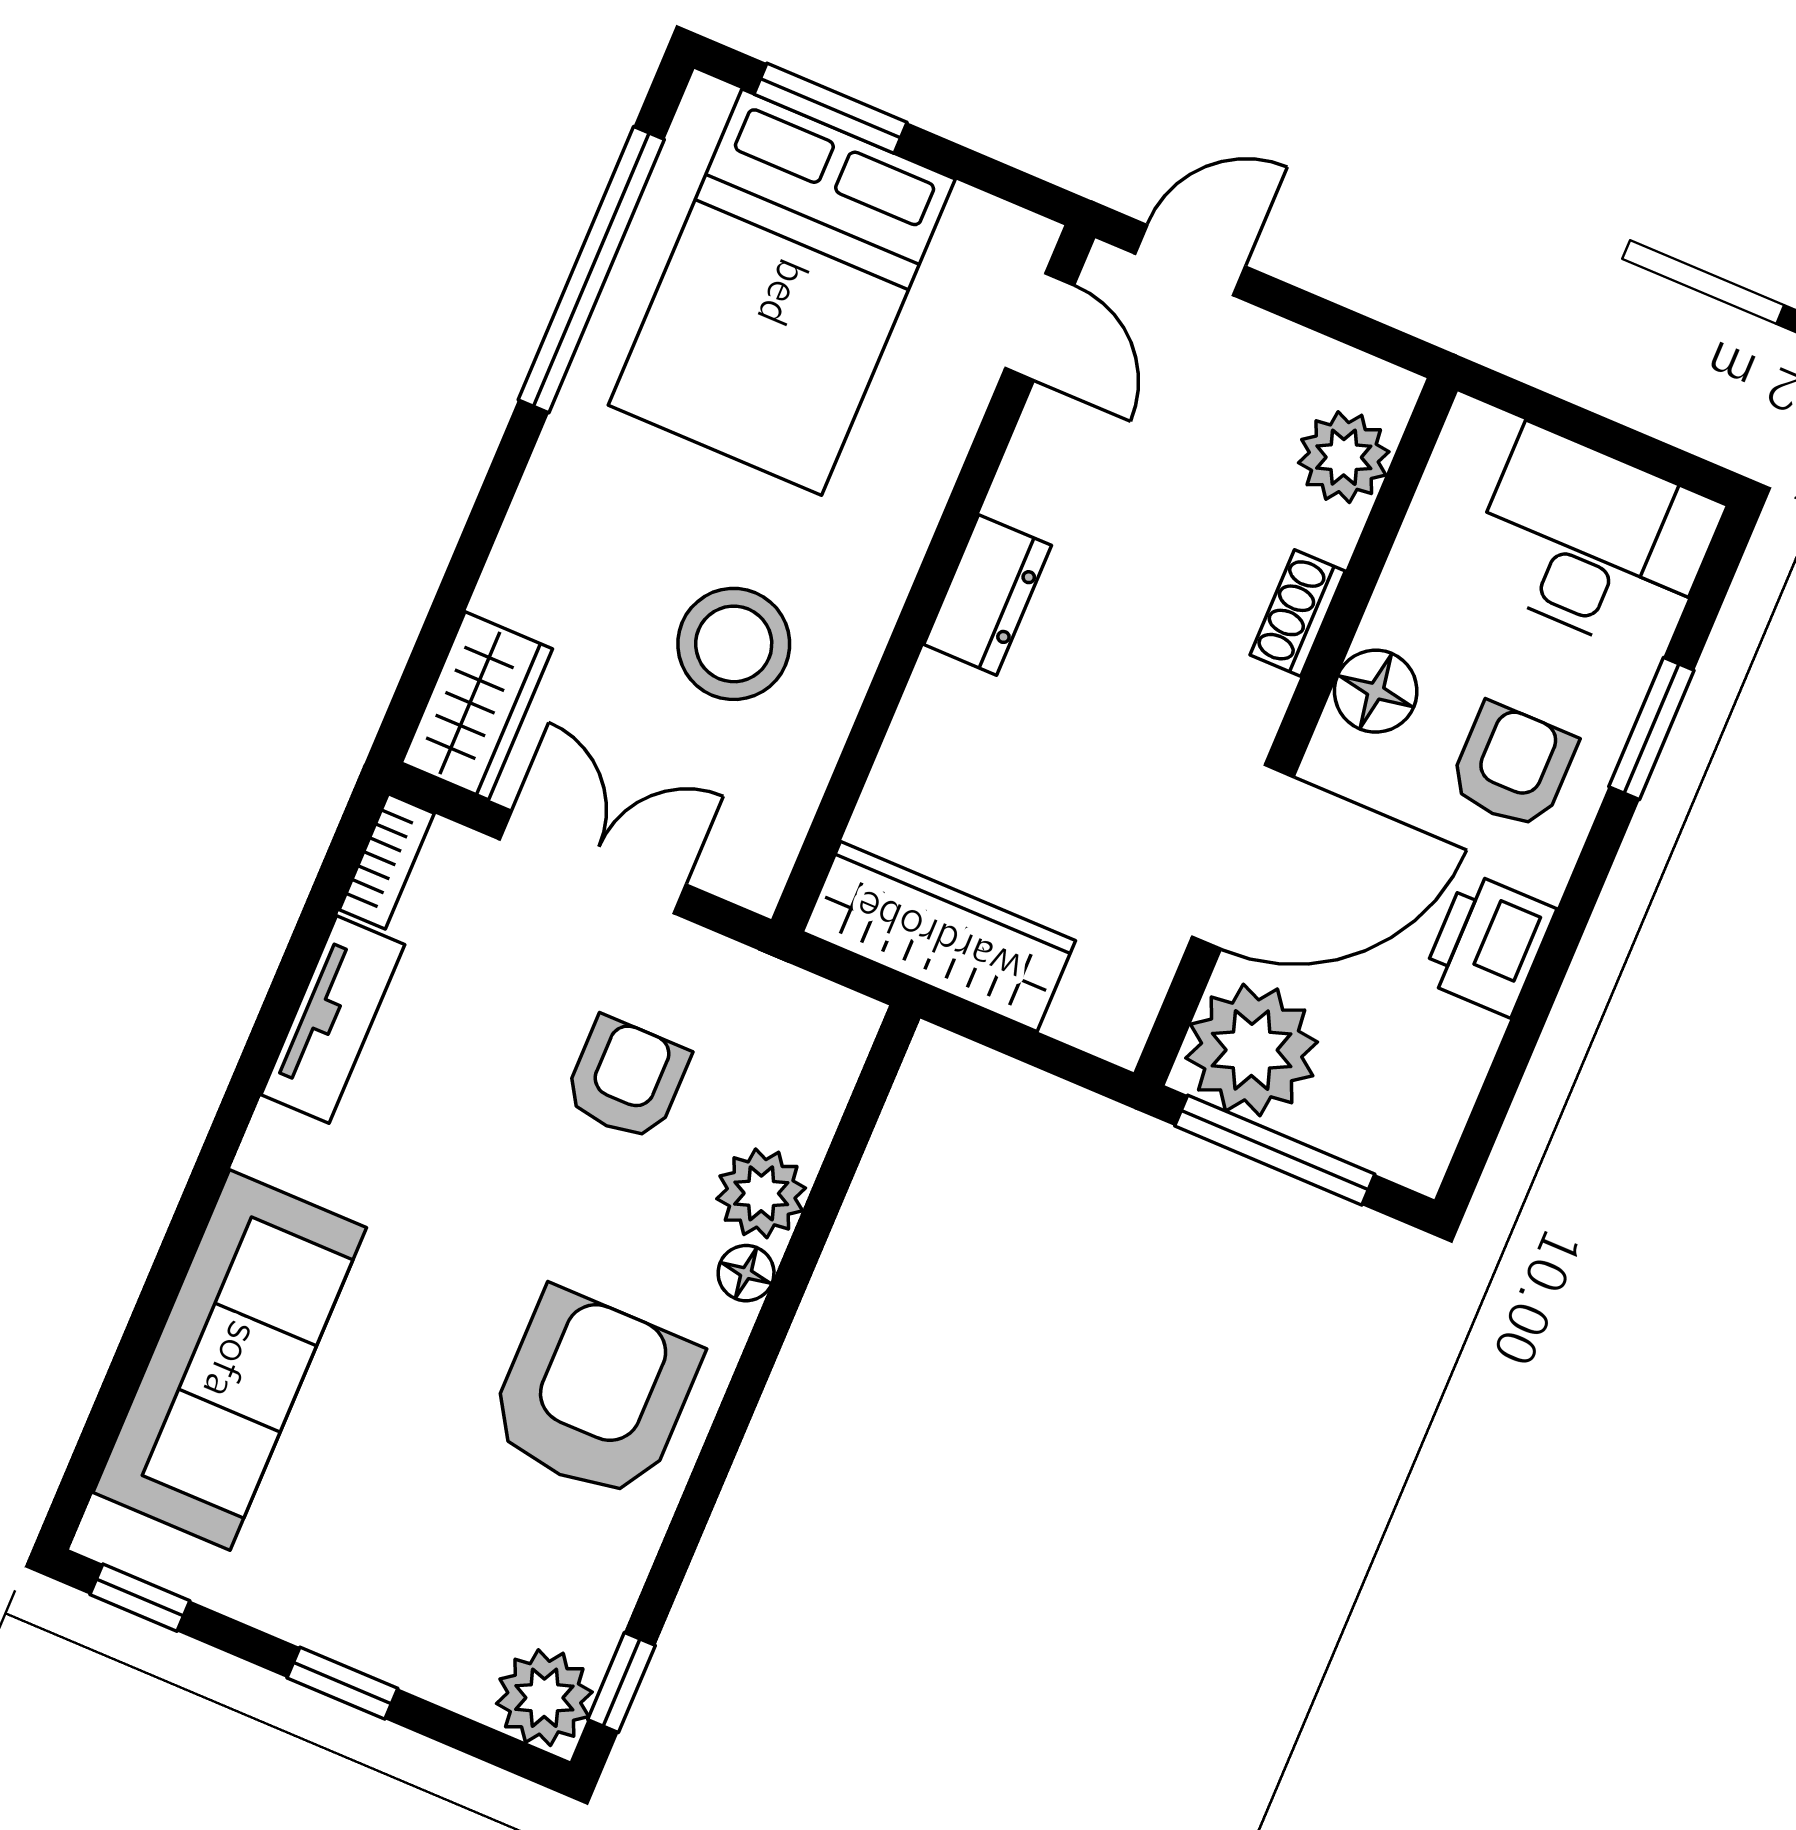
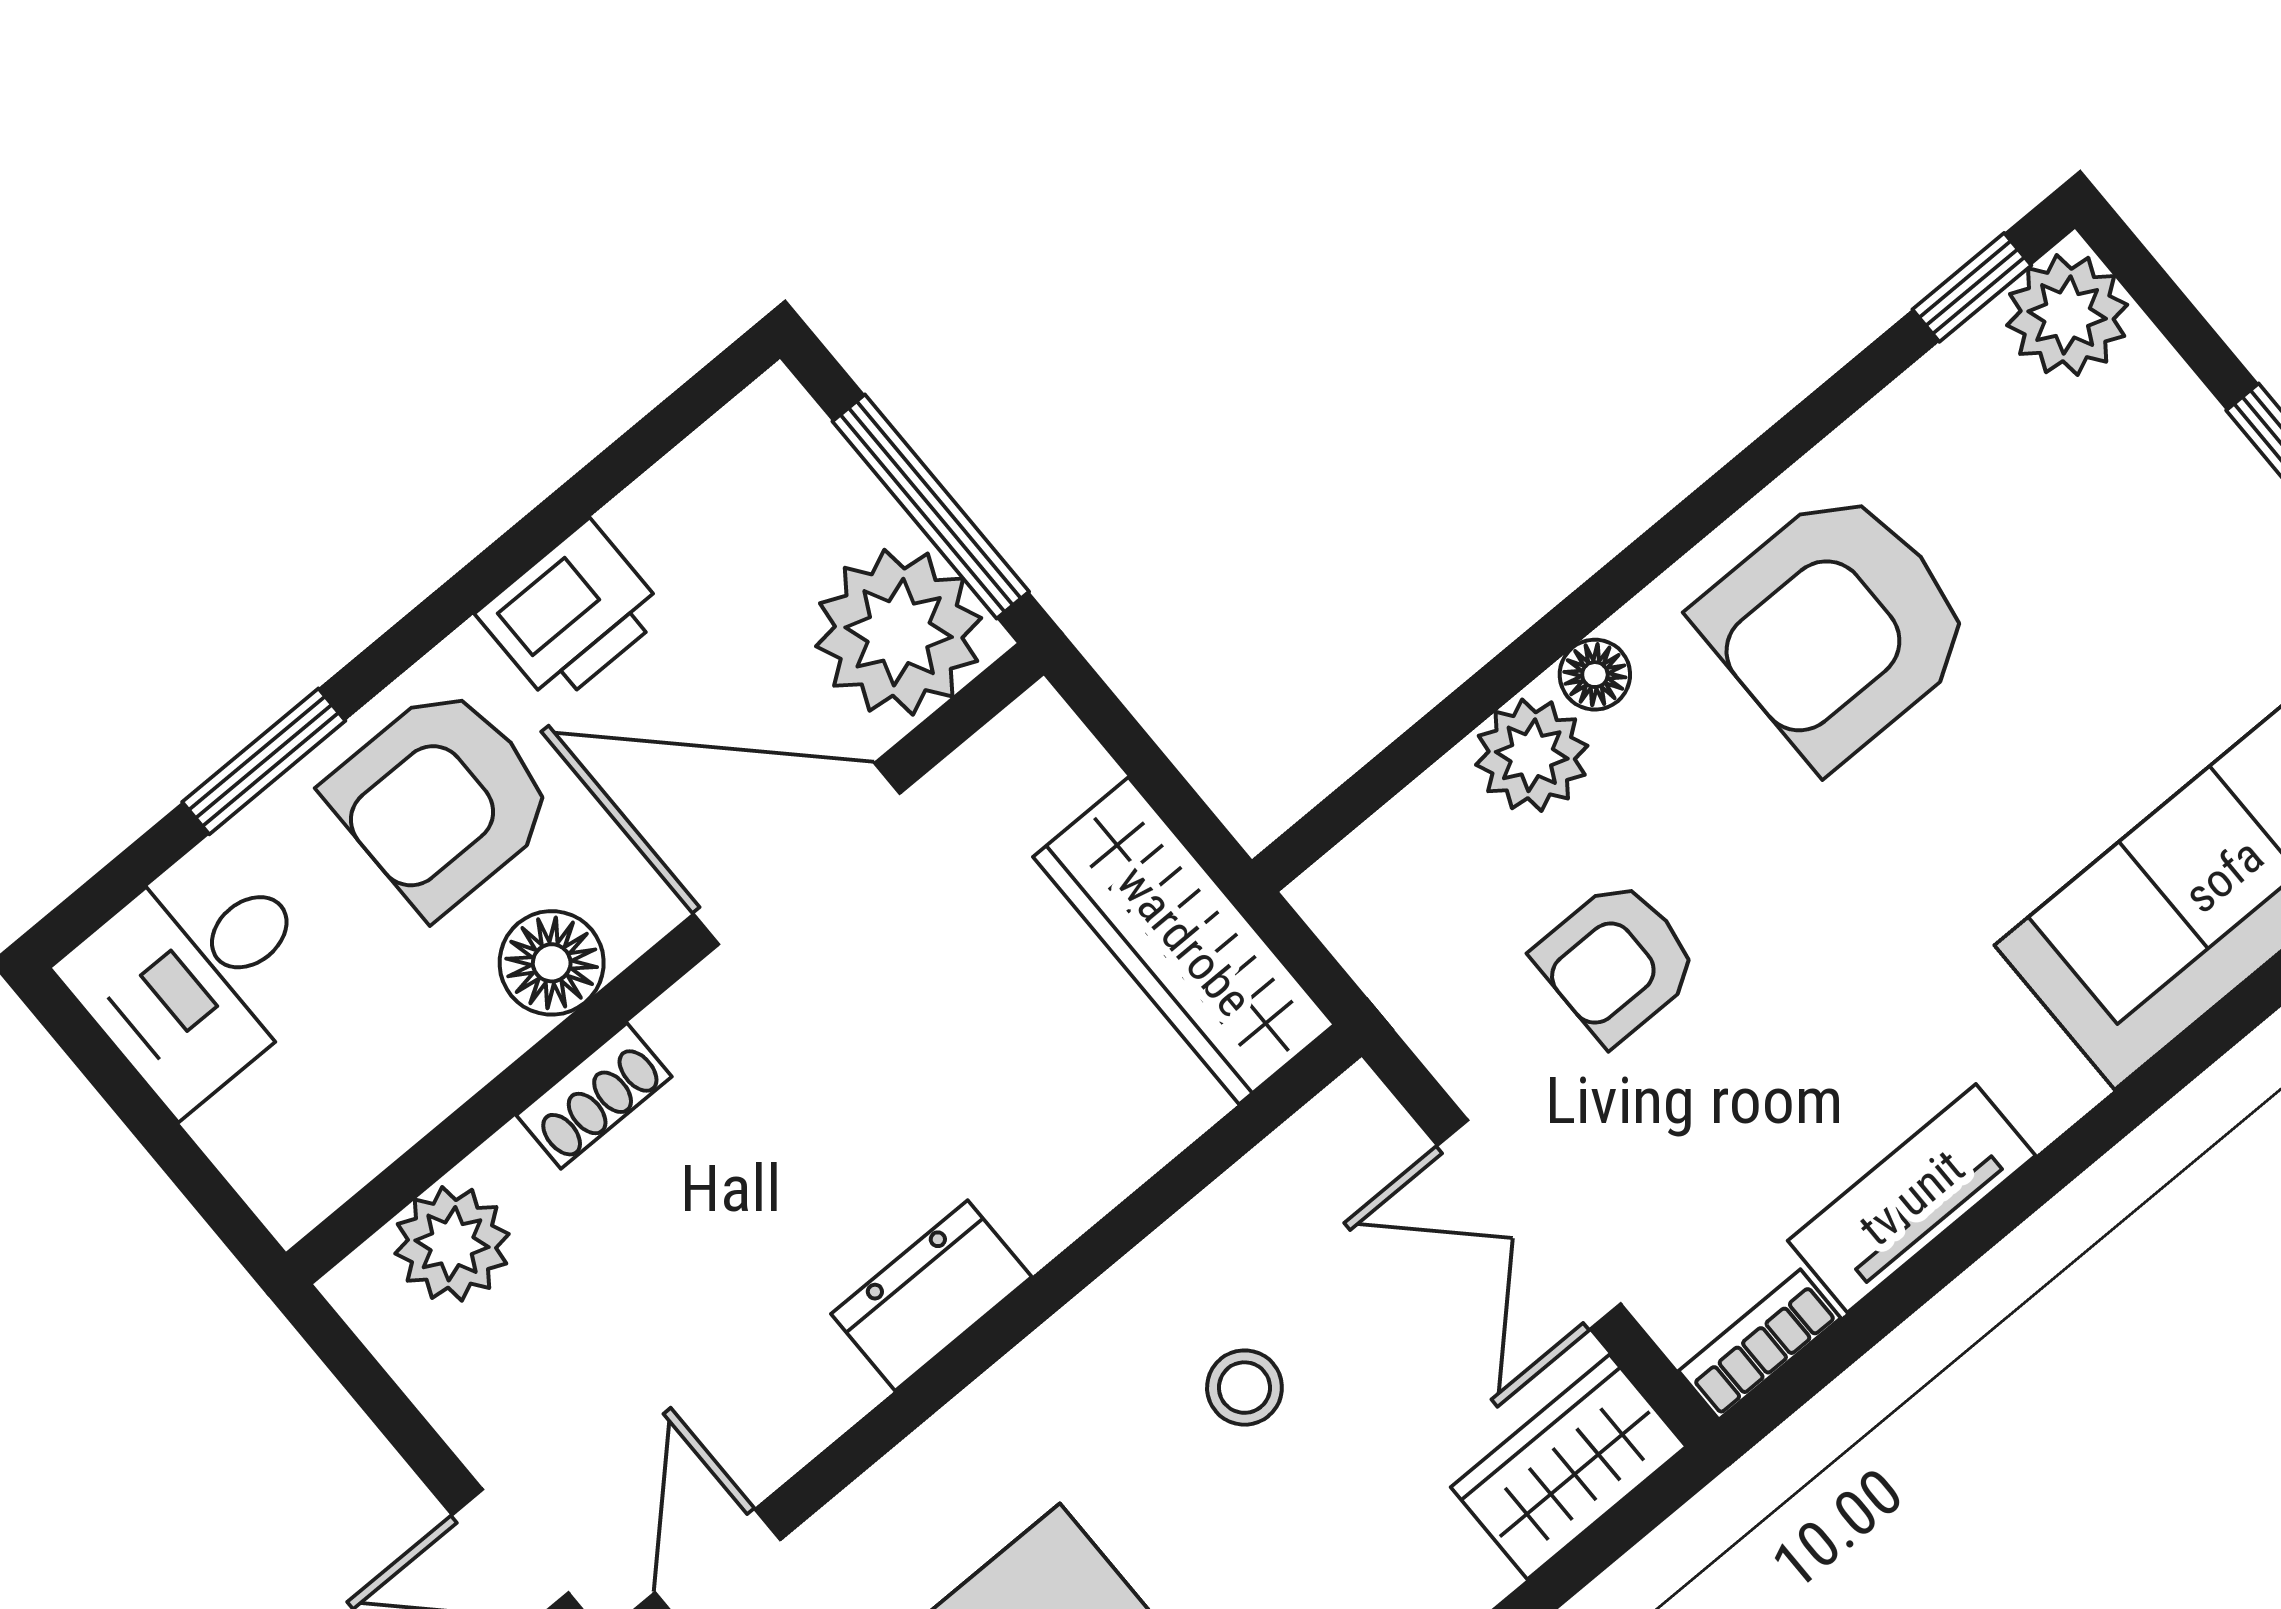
desk: (1593, 542) -> (197, 975), width x0.73
stool: (734, 644) -> (1244, 1388), width x0.53, depth x0.53
armchair: (1513, 766) -> (441, 800), width x1.38, depth x1.38

